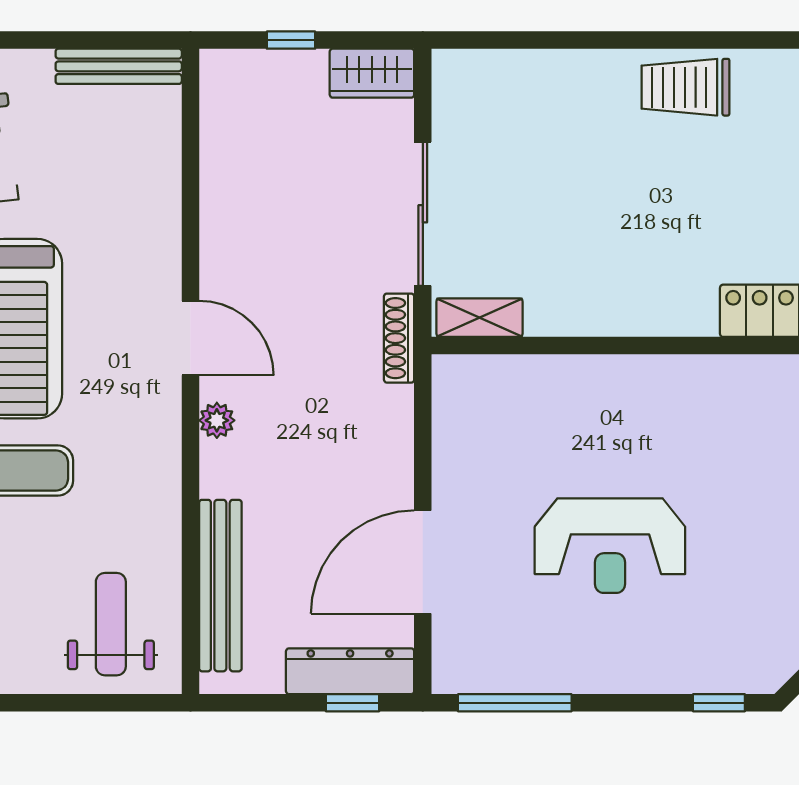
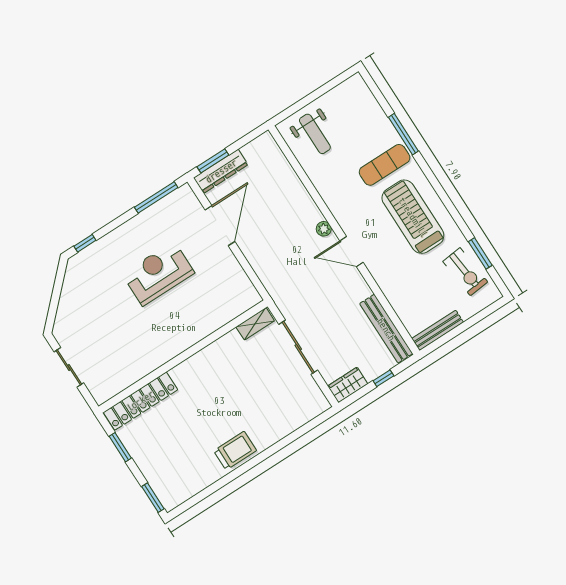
shoe rack: (399, 338) -> (279, 299), removed
bench: (220, 586) -> (386, 329), moved
window: (352, 703) -> (213, 161), width x1.50

